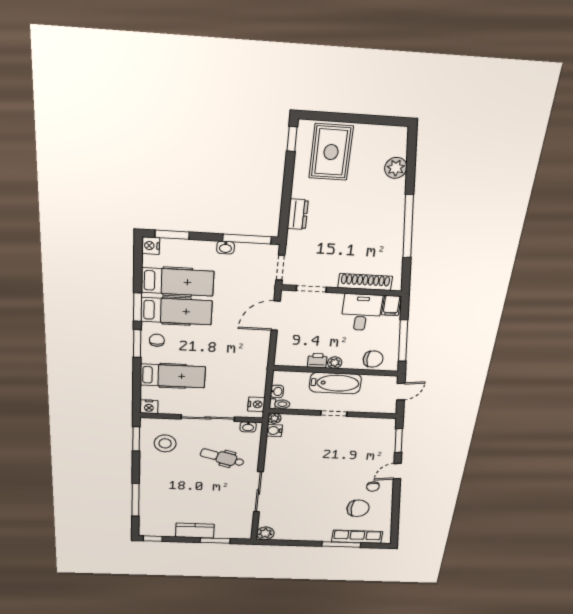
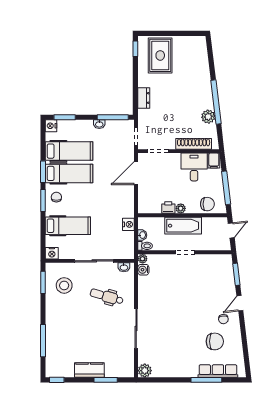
plant: (396, 168) -> (208, 117), moved
nightstand: (256, 404) -> (128, 224), moved

